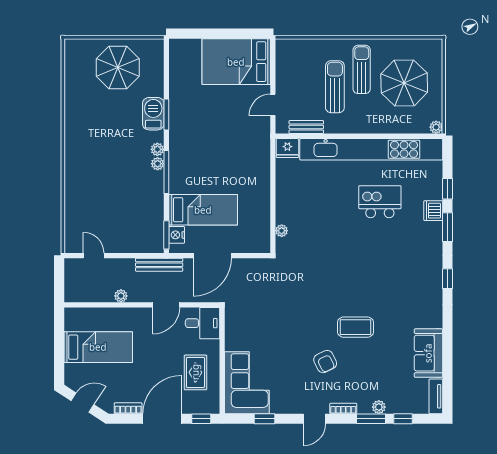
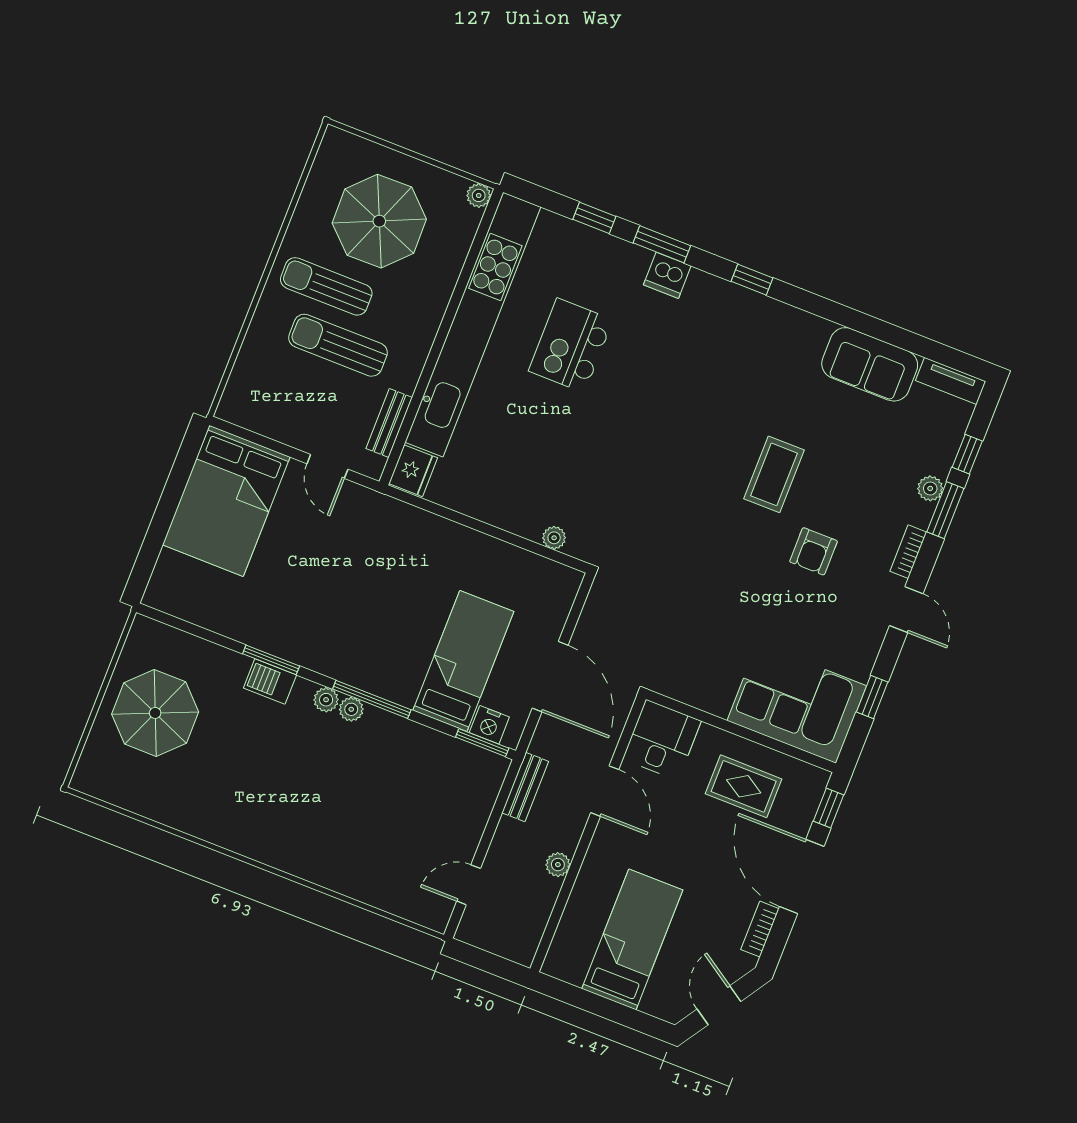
barbecue: (153, 114) -> (270, 682), width x0.73, depth x0.79
dishwasher: (433, 211) -> (667, 275), moved
bench: (159, 265) -> (525, 787), width x0.73
armchair: (325, 362) -> (813, 551), turned 116

